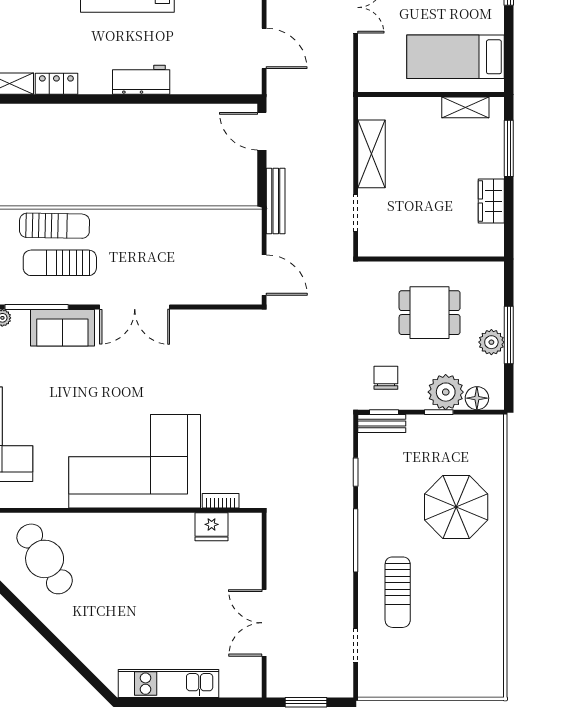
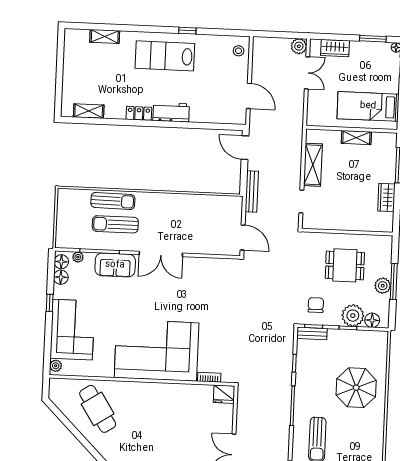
locker: (56, 84) -> (139, 113), moved
shelving: (465, 107) -> (356, 138), moved
fridge: (212, 527) -> (224, 394), moved

